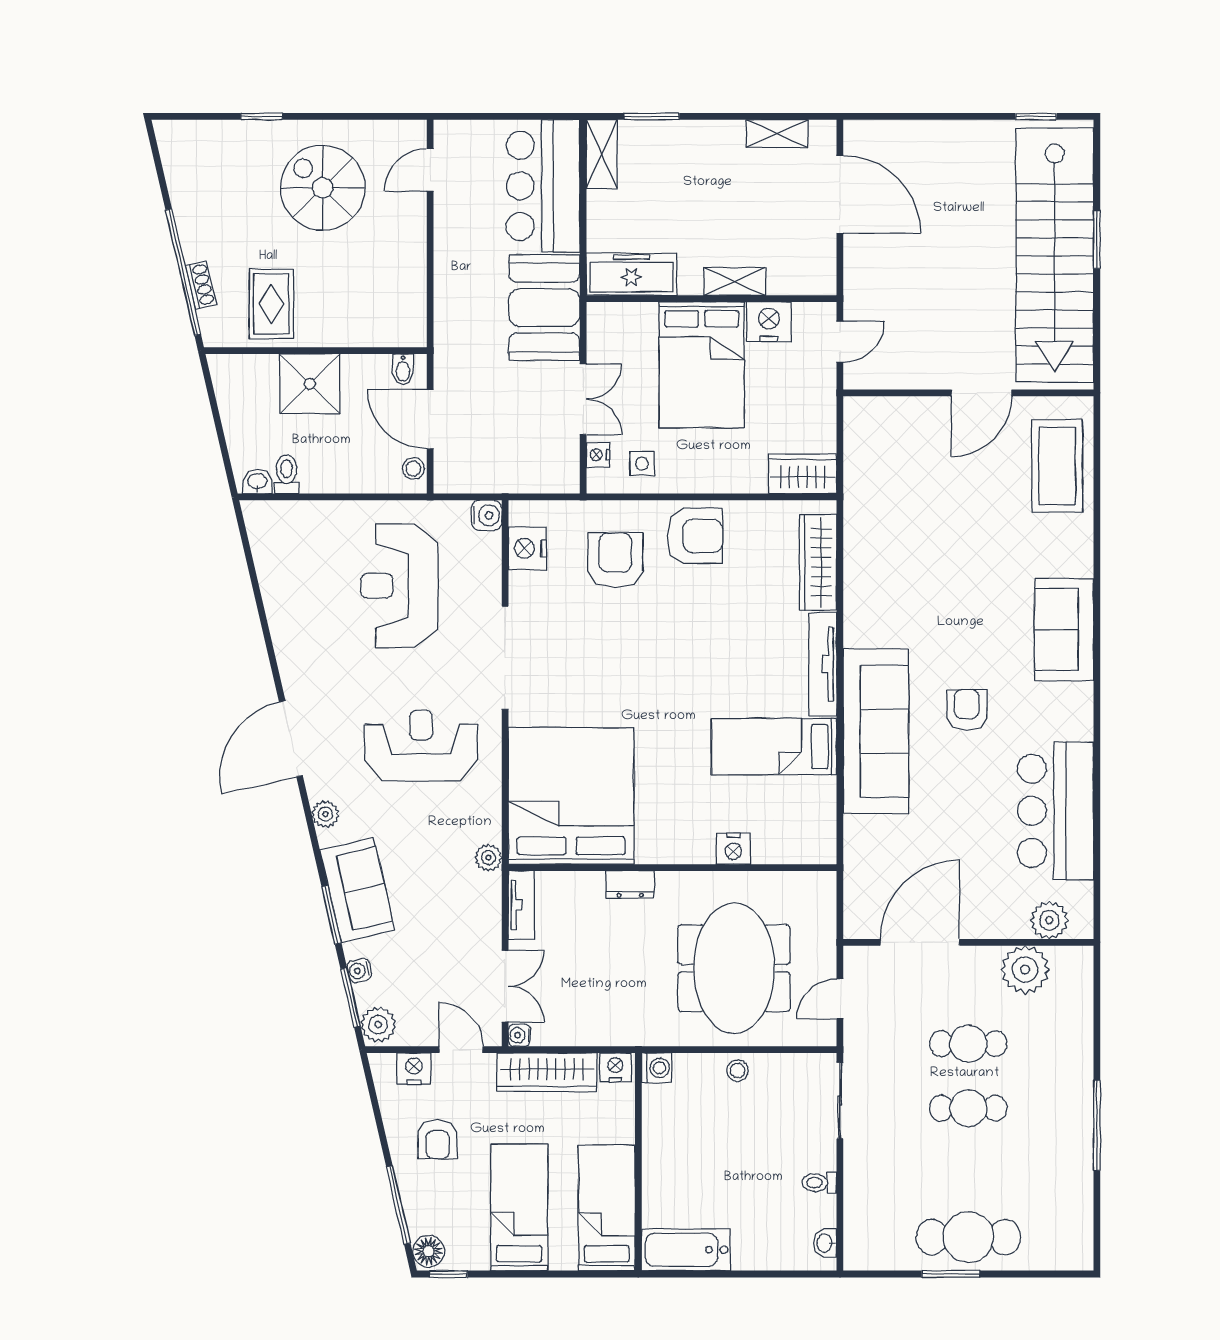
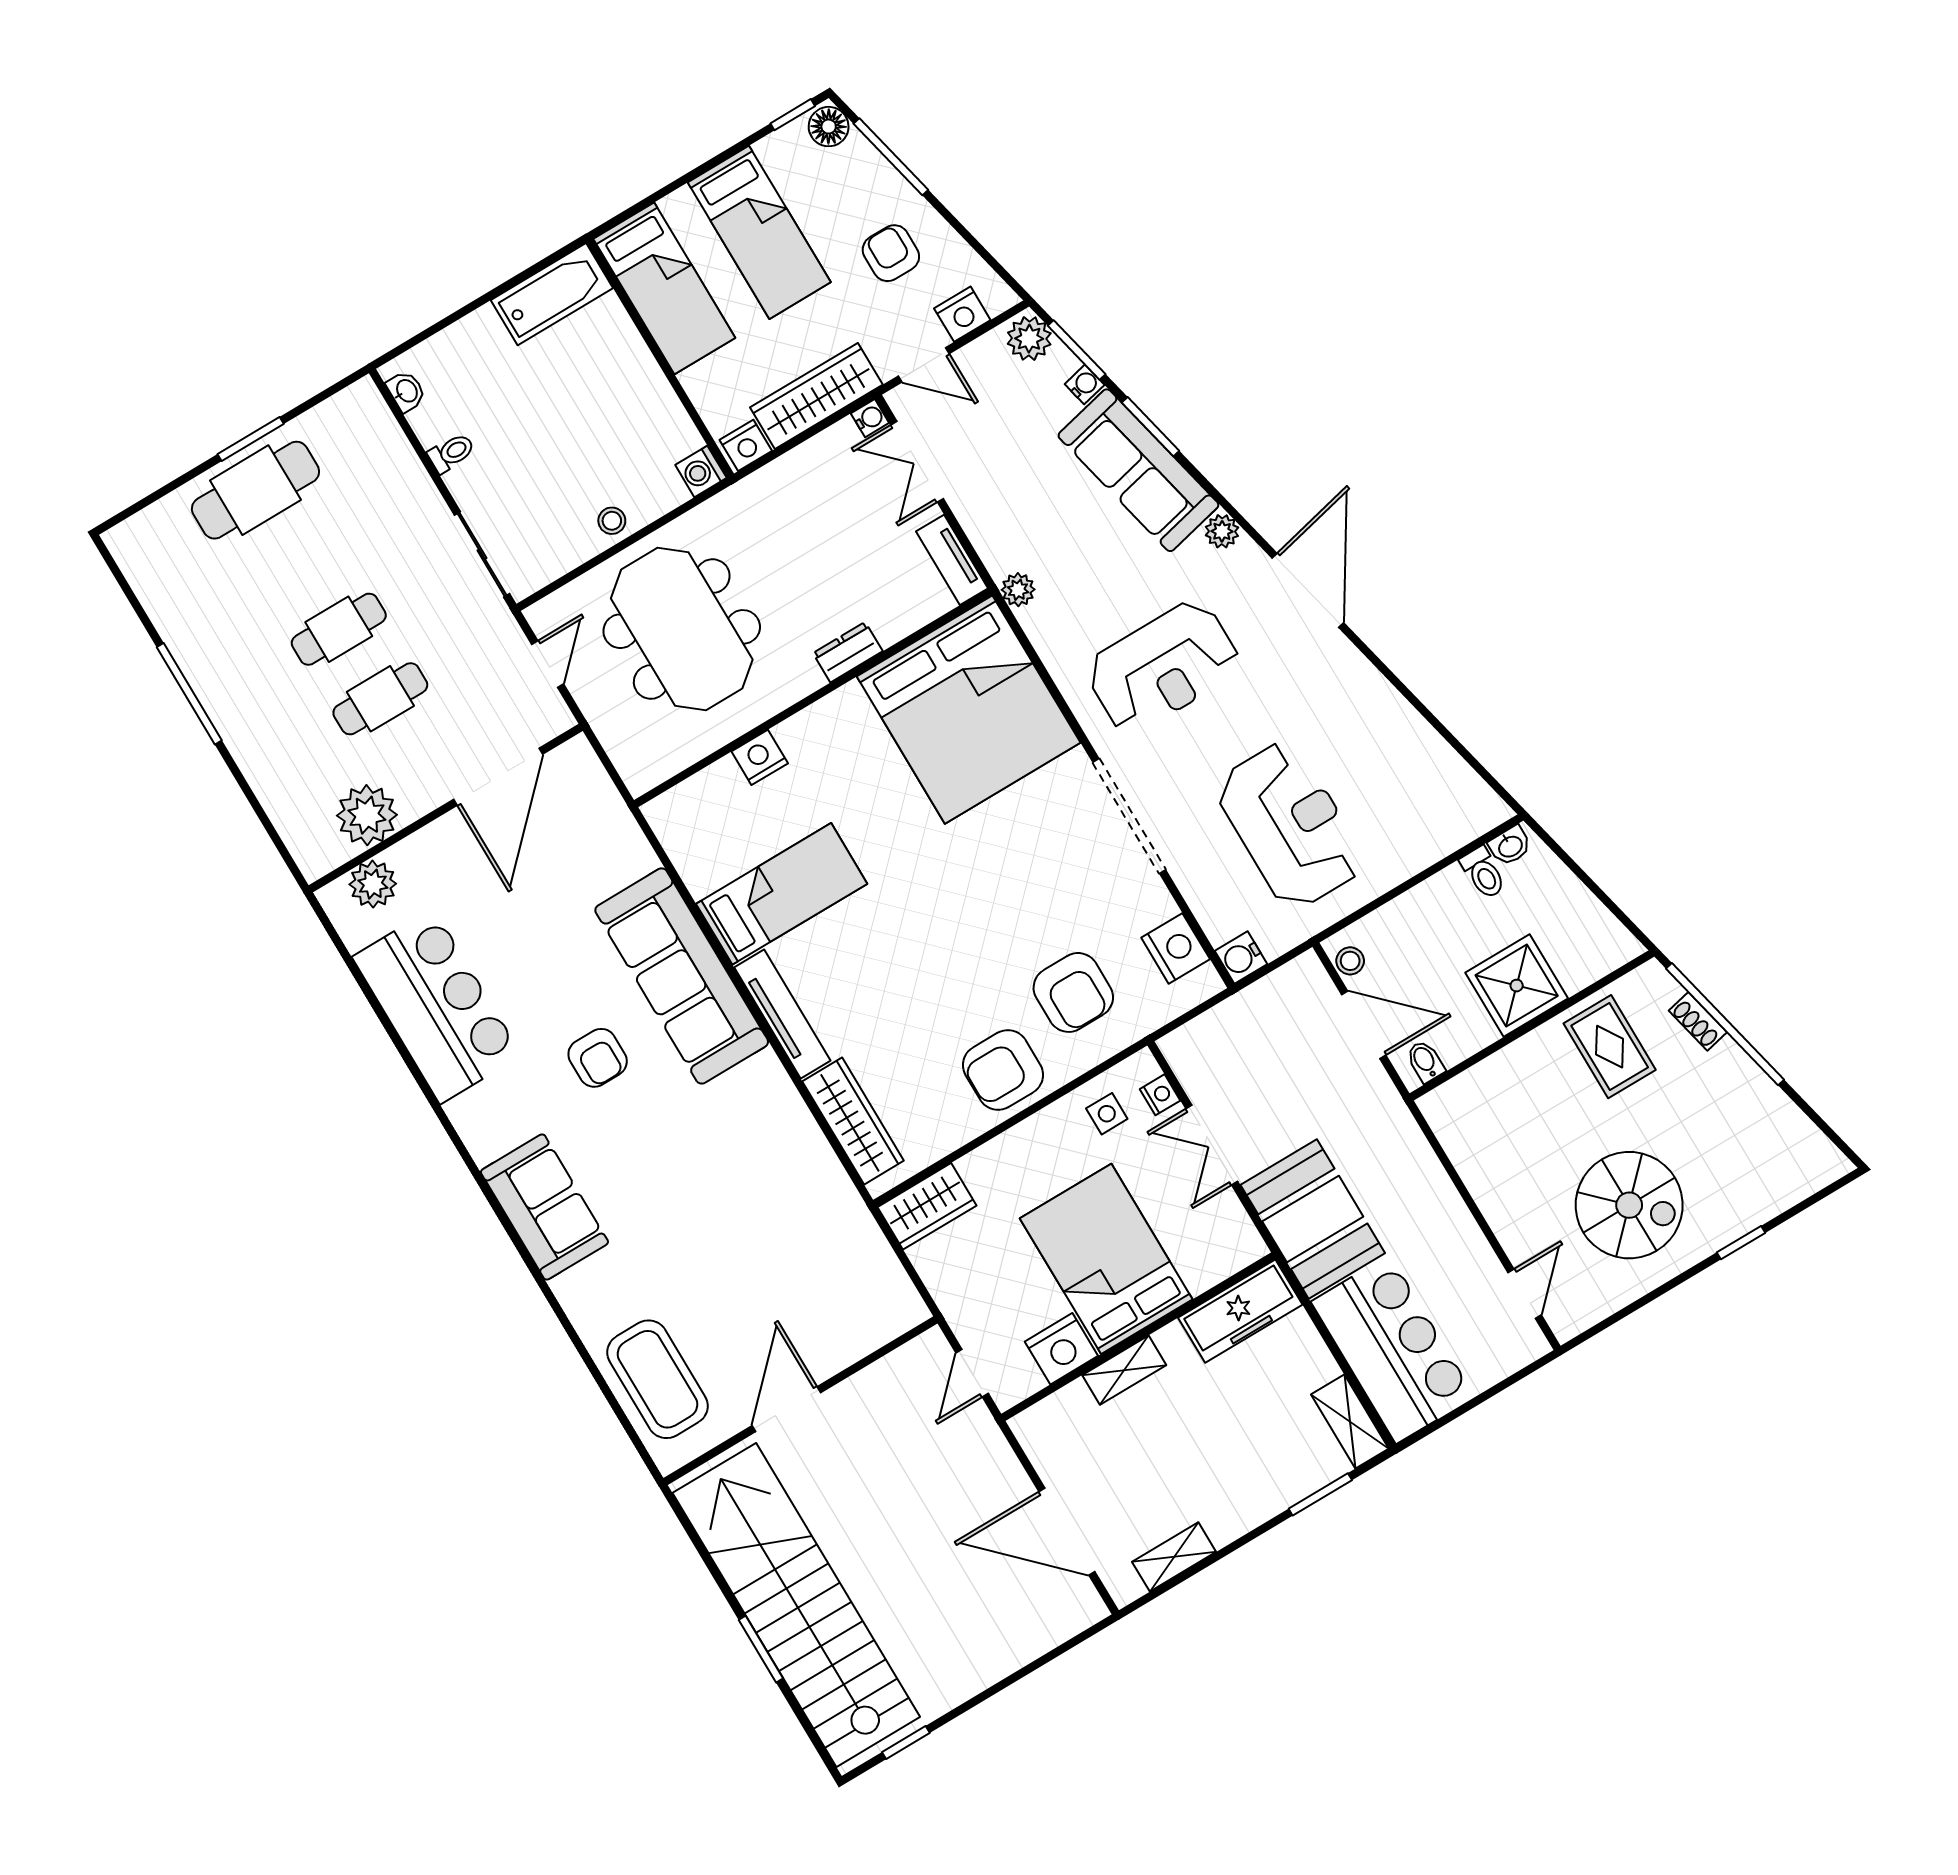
sofa: (357, 890) -> (1138, 470), width x1.36

